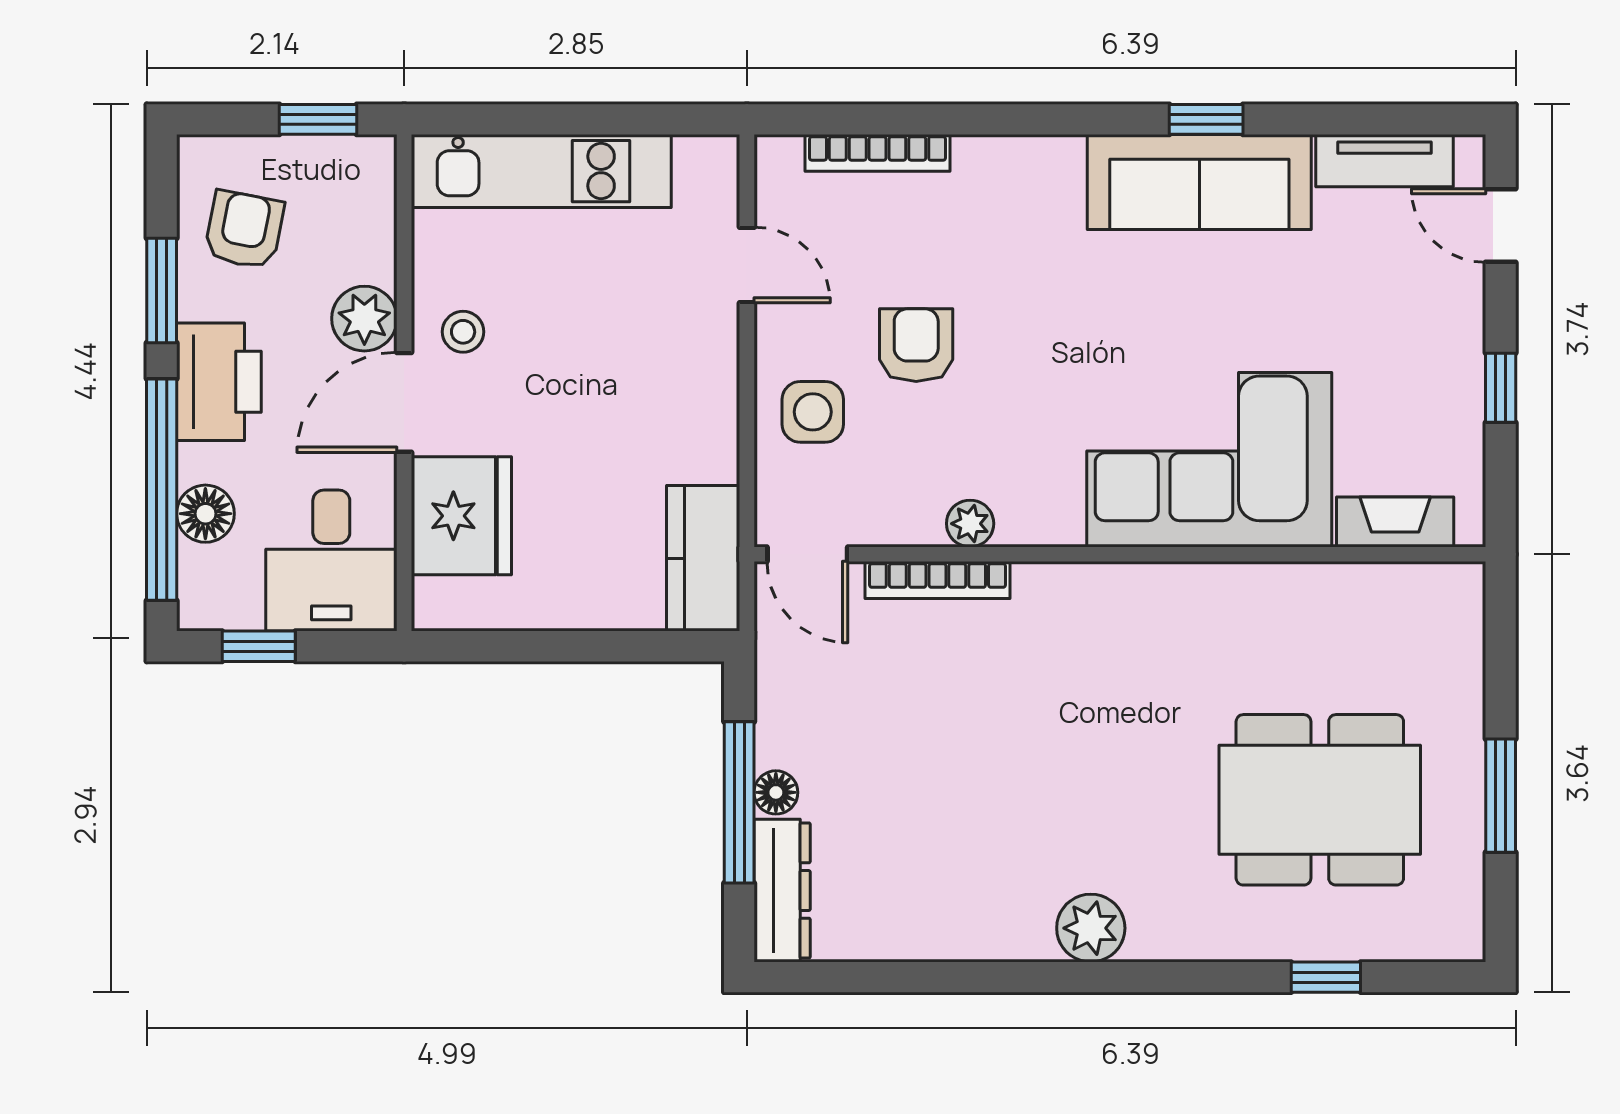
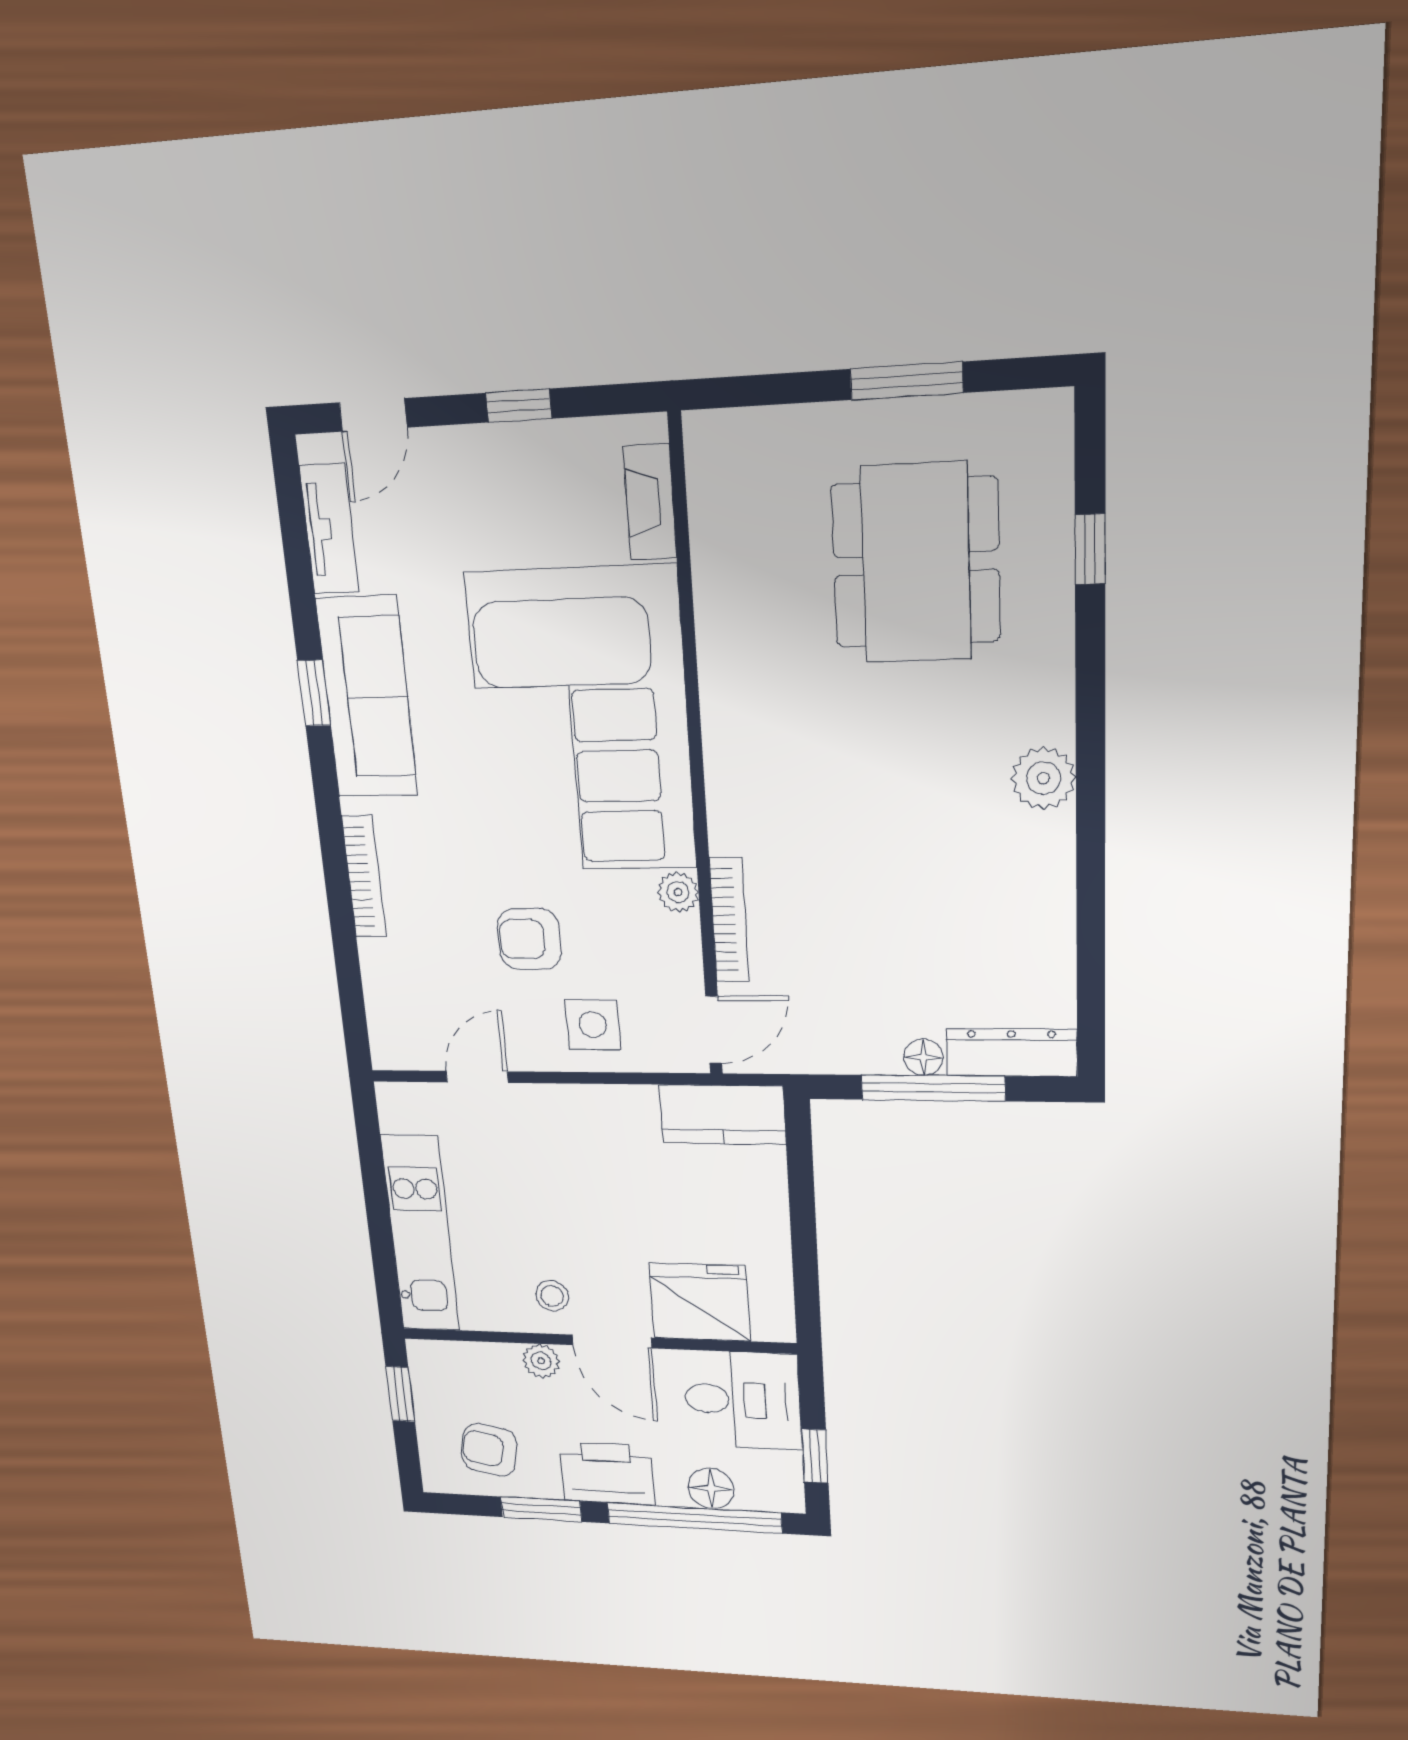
bookcase: (878, 153) -> (364, 877), moved
plant: (364, 319) -> (541, 1361), width x0.73, depth x0.73
corner sofa: (1209, 460) -> (582, 722), width x1.36, depth x1.36

